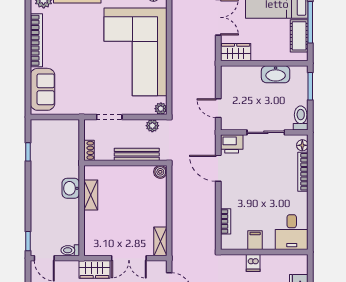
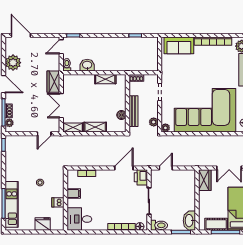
washbasin: (276, 74) -> (189, 221), moved
boiler: (160, 172) -> (121, 115), moved
washbasin: (71, 188) -> (87, 65), moved
shelving: (160, 210) -> (95, 127), added
dishwasher: (253, 263) -> (58, 202), moved

